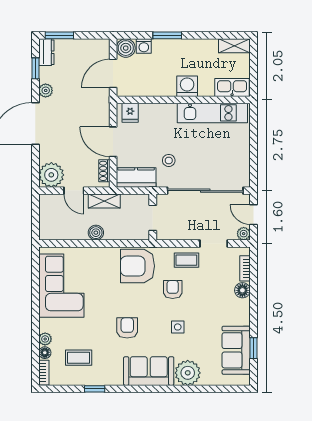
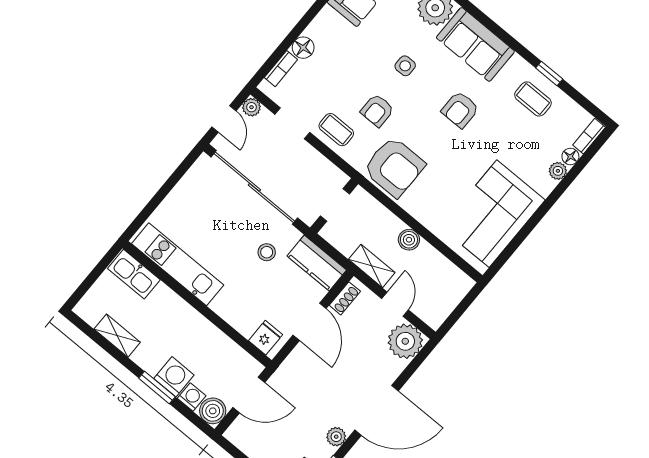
shelving: (234, 46) -> (117, 336), moved
washing machine: (187, 86) -> (174, 377), moved, turned 180
coffee table: (79, 358) -> (533, 99), moved

